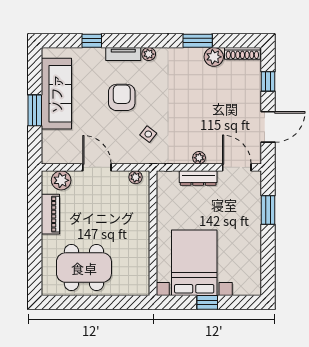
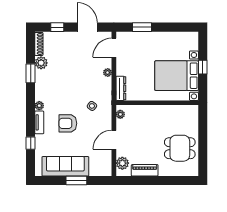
dresser: (198, 178) -> (121, 88), moved
dining table: (84, 268) -> (180, 148), width x0.73

